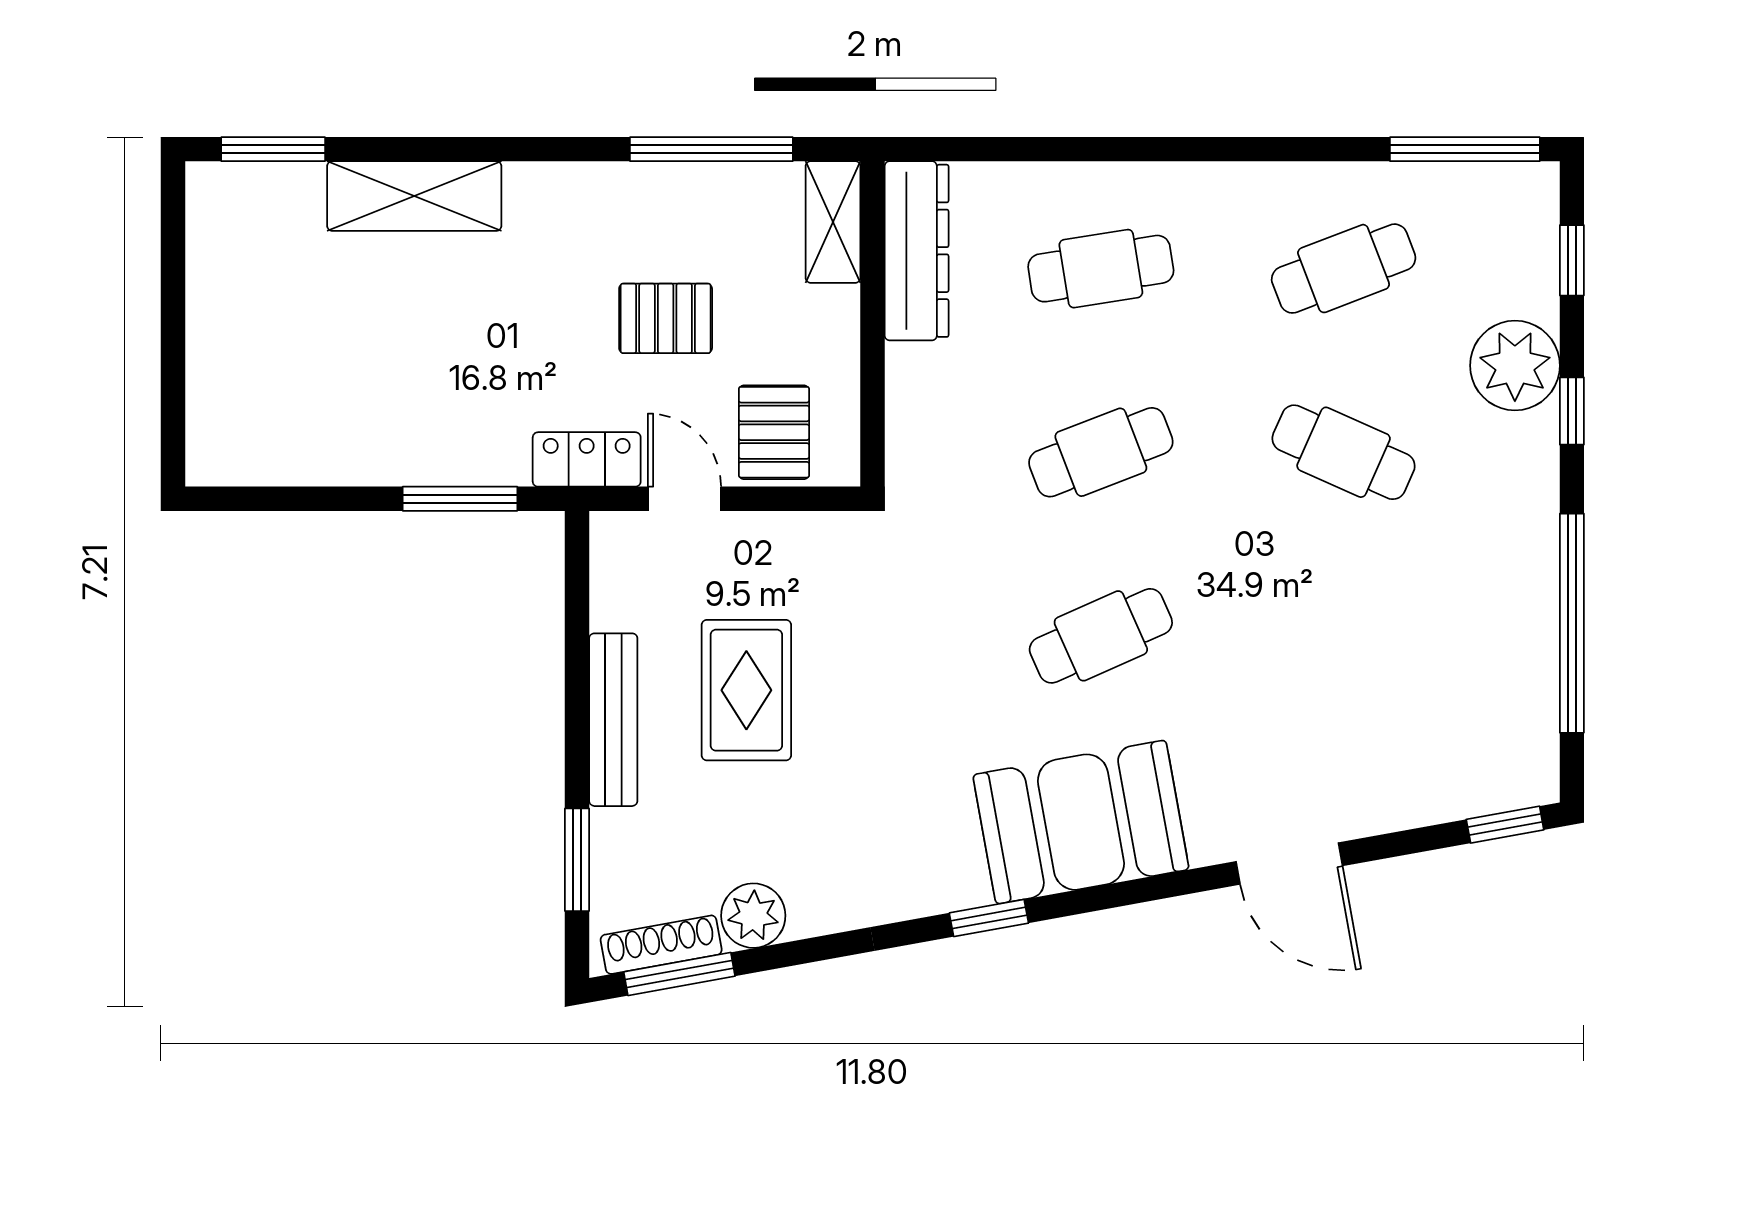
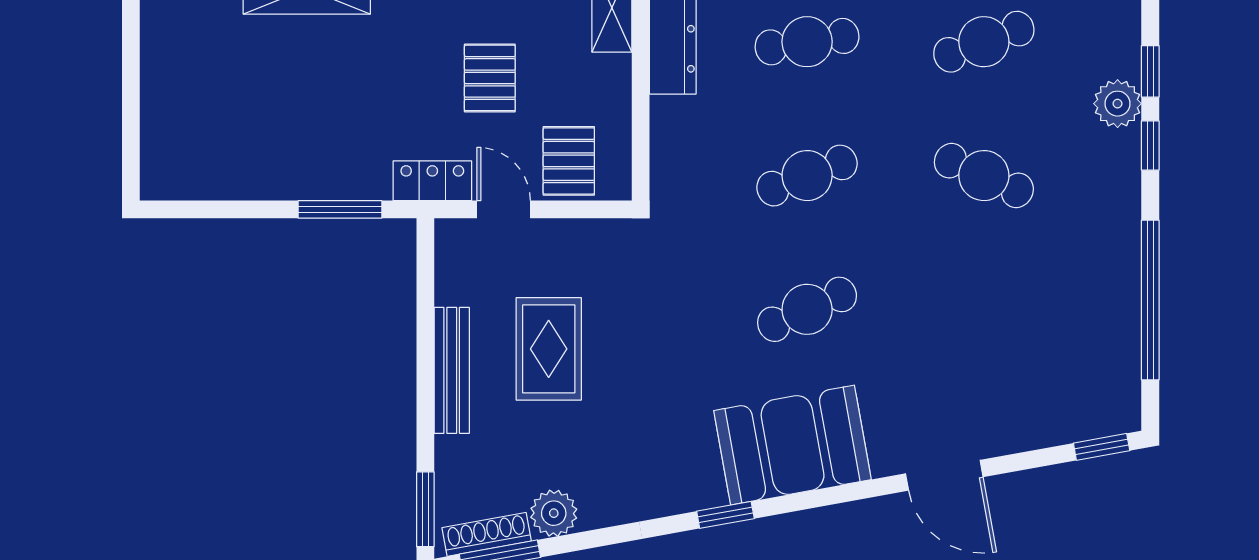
window: (1572, 260) -> (1150, 71), moved
pallet: (666, 318) -> (490, 78), turned 90
plant: (1515, 366) -> (1118, 104), width x0.73, depth x0.73
window: (577, 860) -> (425, 509), moved

